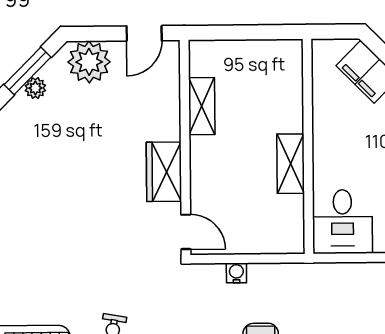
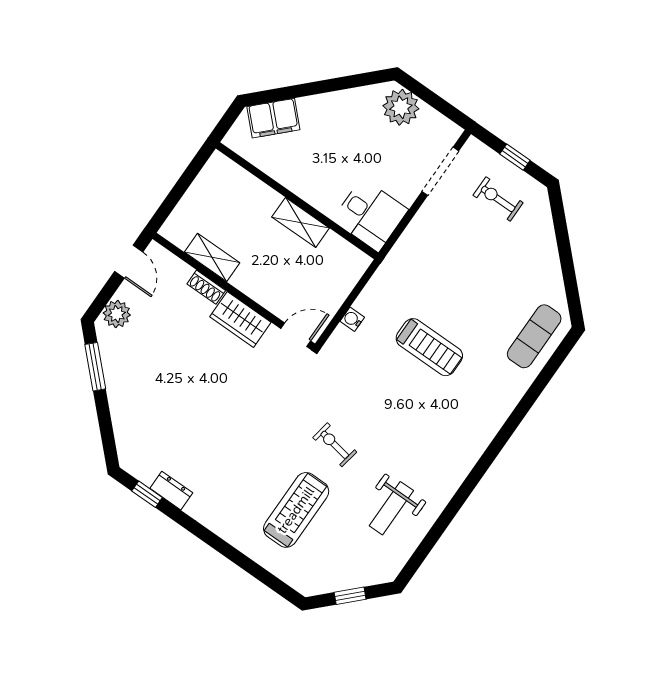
plant: (89, 62) -> (117, 314), width x0.73, depth x0.73
plant: (35, 88) -> (112, 370), removed
shoe rack: (171, 120) -> (206, 287), added

